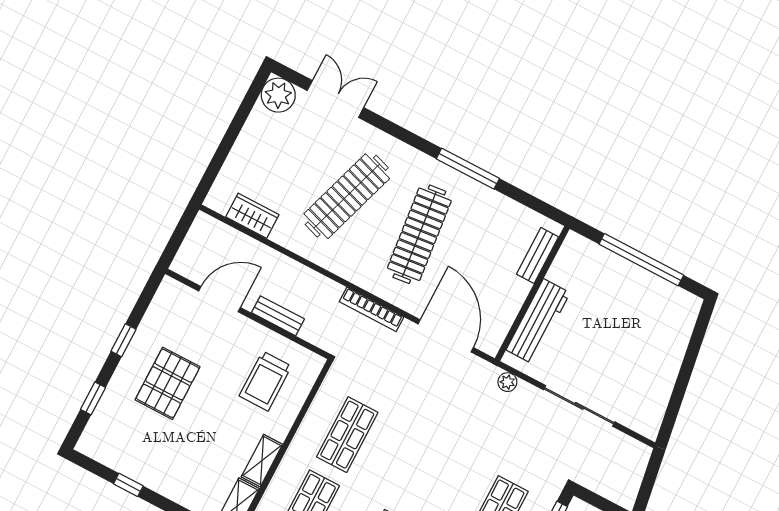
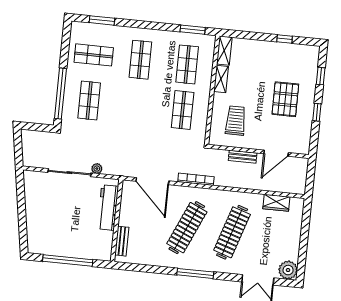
window: (468, 169) -> (195, 273), moved
clothes rail: (419, 234) -> (187, 228), turned 30
plant: (507, 382) -> (97, 169), moved

